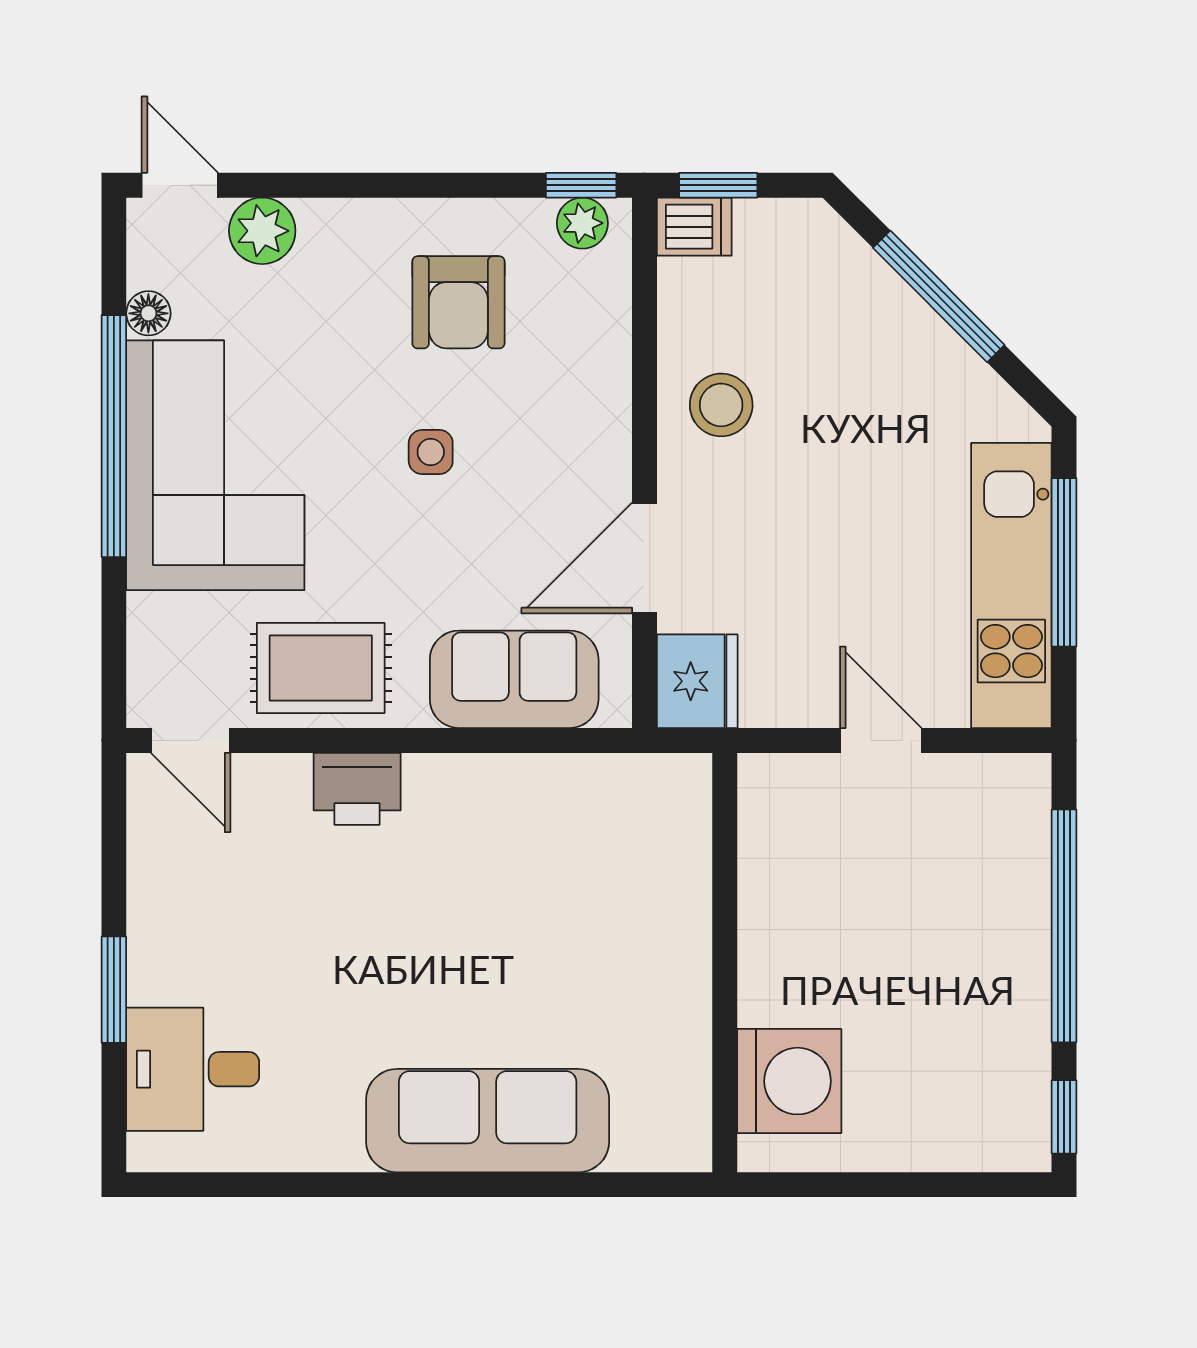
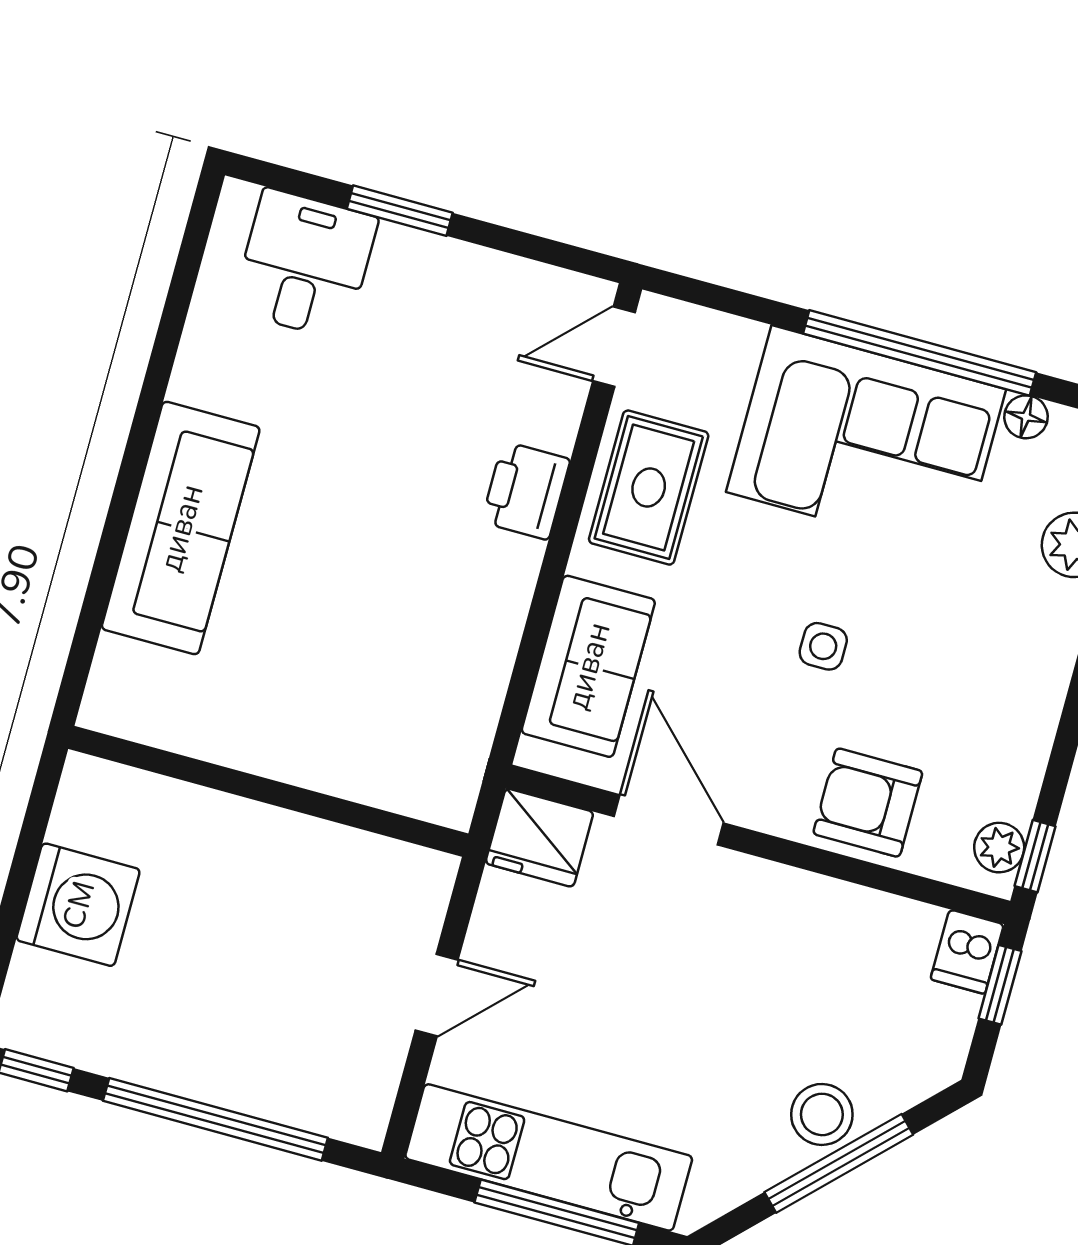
armchair: (458, 302) -> (868, 803), moved
stool: (721, 405) -> (822, 1114), moved
washing machine: (789, 1081) -> (78, 905), moved, turned -90

